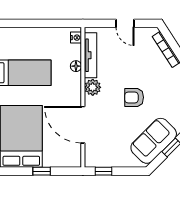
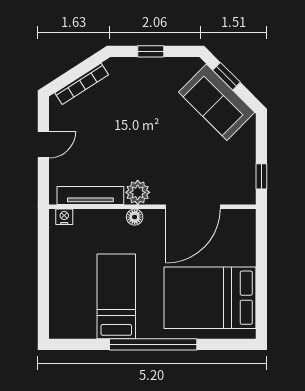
floor lamp: (76, 66) -> (135, 217), moved
armchair: (134, 97) -> (153, 131), removed
window: (42, 171) -> (261, 268), removed

